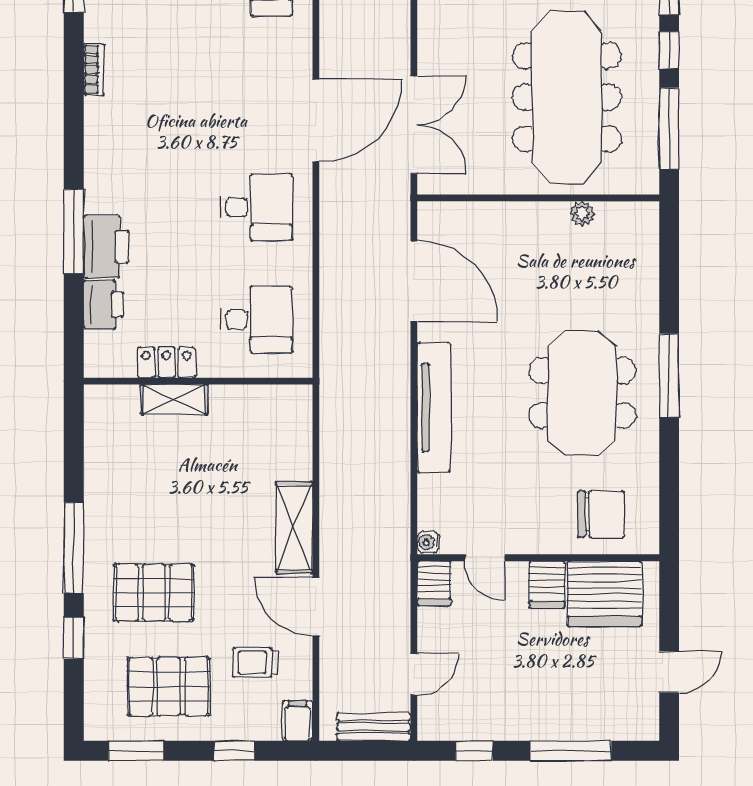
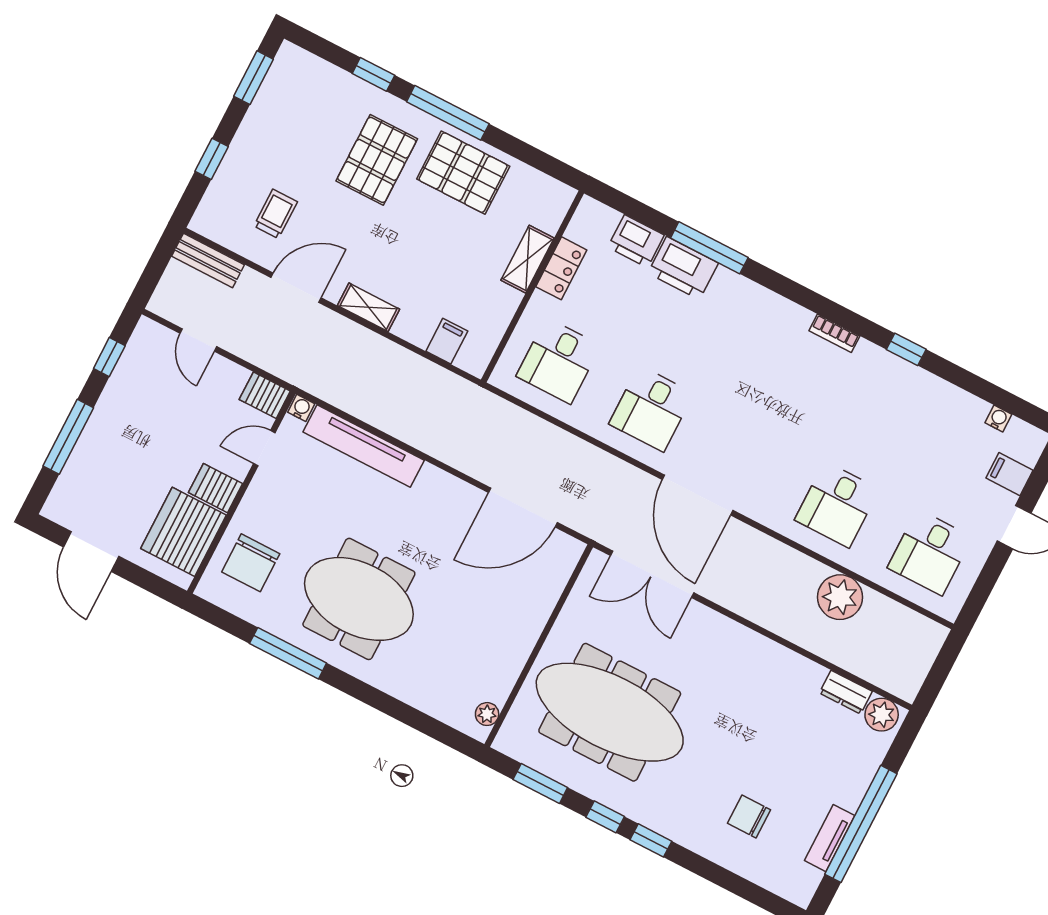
window: (669, 128) -> (540, 783), width x0.69
plant: (582, 214) -> (487, 714), moved
window: (669, 376) -> (288, 653), moved
tv unit: (434, 408) -> (364, 446), moved
shelving: (294, 528) -> (369, 307), width x0.67, depth x0.75
door: (669, 672) -> (91, 552), width x1.38
pallet: (169, 686) -> (463, 173), moved, turned 90
filing cabinet: (297, 721) -> (447, 341), moved, turned -90
bench: (374, 727) -> (208, 260), moved, turned 90

